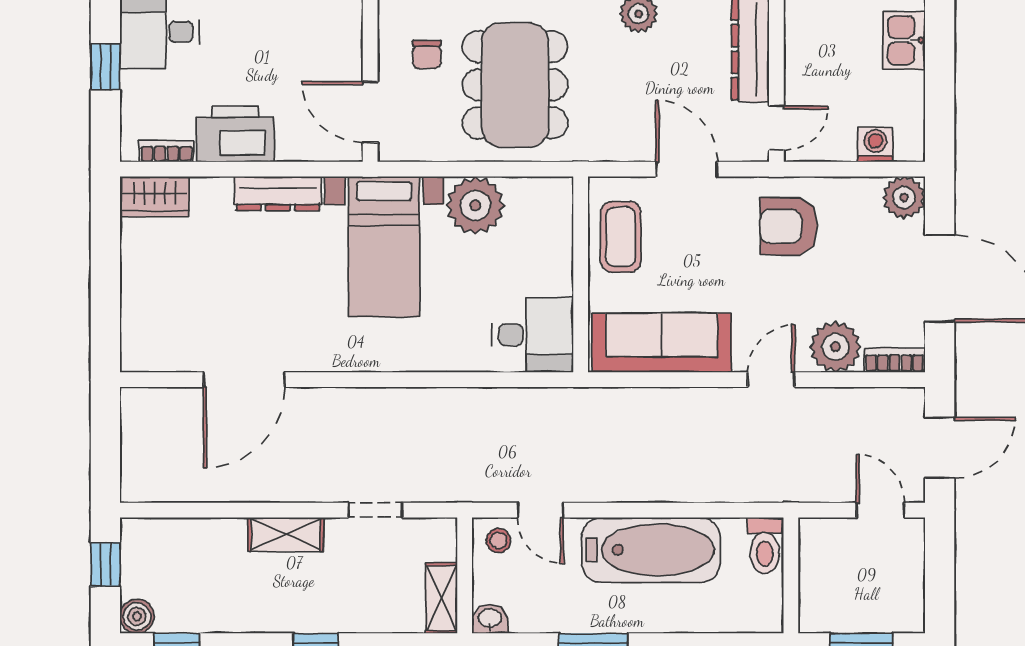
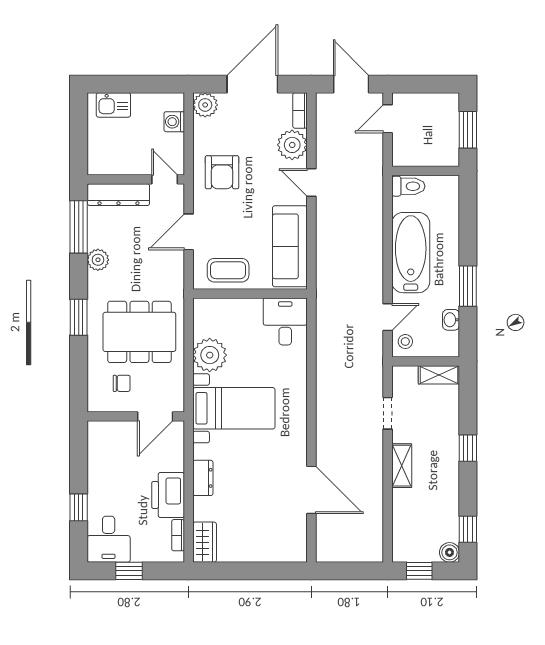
dresser: (278, 194) -> (203, 478), width x0.70
washbasin: (490, 619) -> (451, 320), moved

